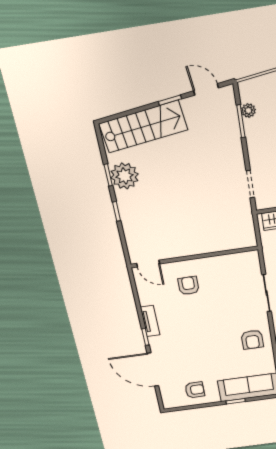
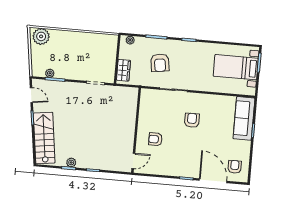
door: (206, 89) -> (31, 95), swing flipped
plant: (124, 176) -> (71, 162), width x0.53, depth x0.53
tv unit: (150, 321) -> (175, 172), removed
armchair: (252, 340) -> (192, 120), moved, turned -90
door: (153, 370) -> (213, 181), swing flipped
armchair: (195, 390) -> (235, 167), moved

